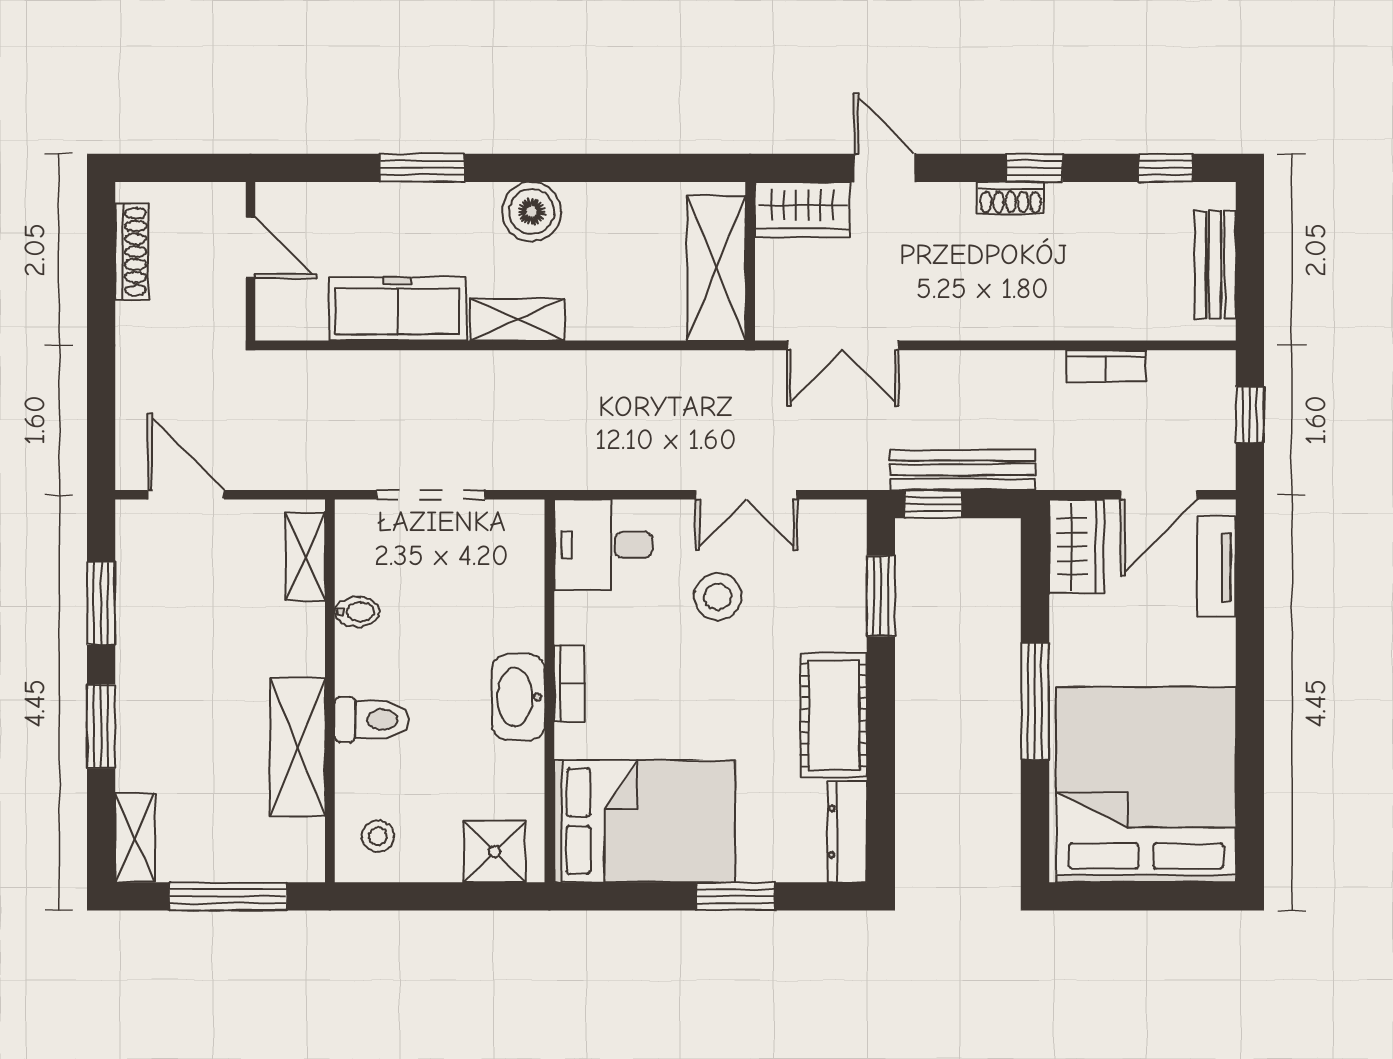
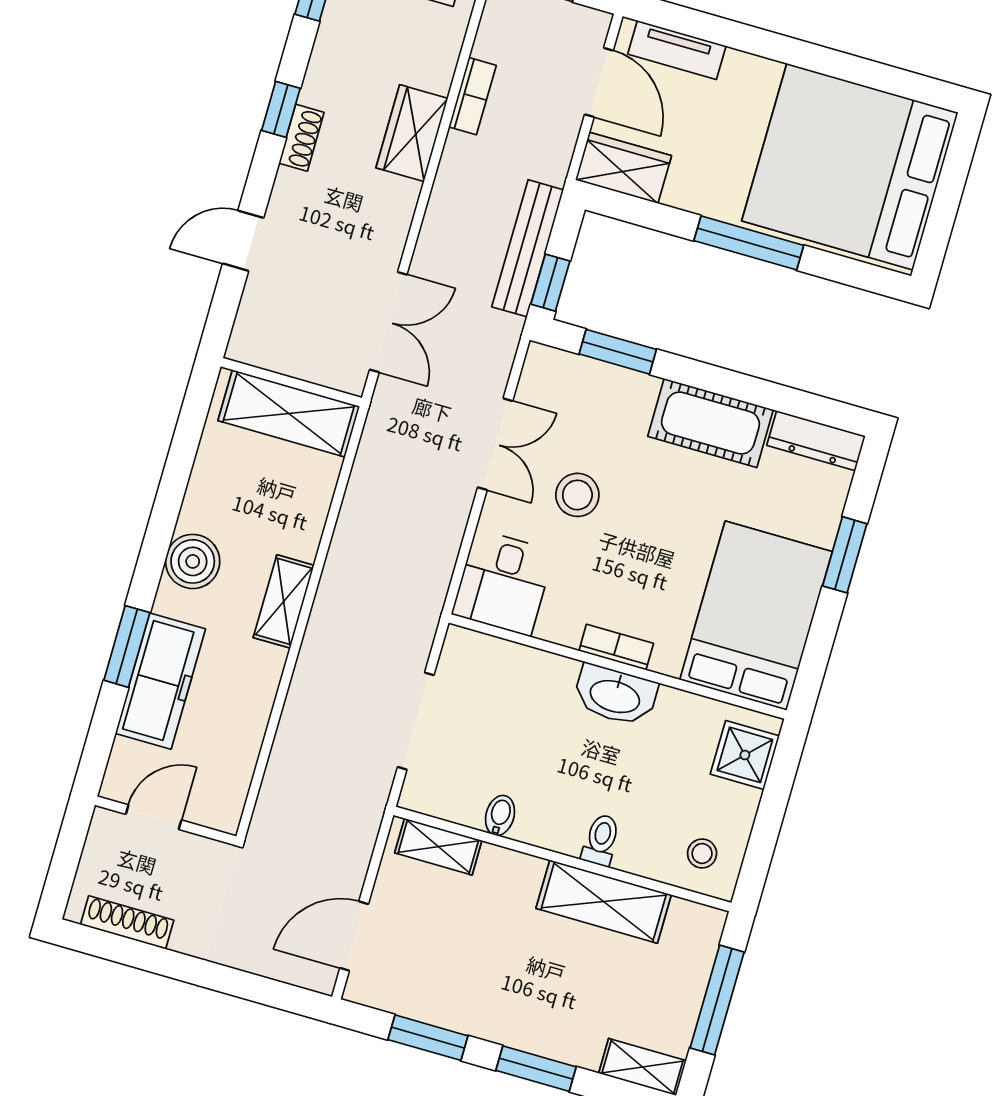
wardrobe: (802, 209) -> (412, 133), moved, turned 180
freezer: (397, 309) -> (160, 681), moved, turned 180
toilet: (372, 720) -> (601, 840), width x0.73, depth x0.72

